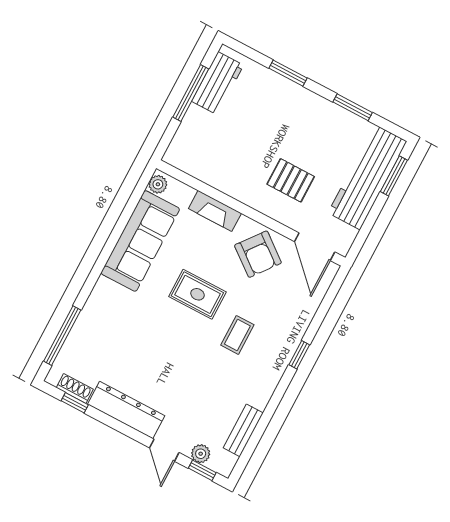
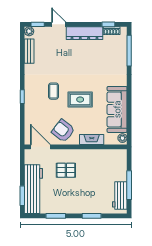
plant: (201, 454) -> (29, 31), moved

